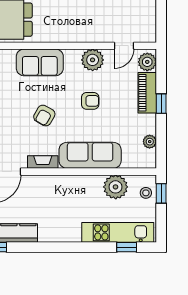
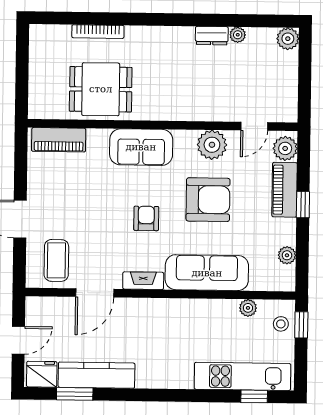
armchair: (90, 101) -> (208, 200), width x1.88, depth x1.88
armchair: (44, 116) -> (146, 218), turned 150
plant: (116, 187) -> (248, 308), width x0.53, depth x0.53

